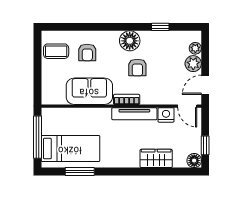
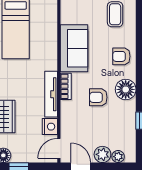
armchair: (87, 52) -> (121, 56), moved

